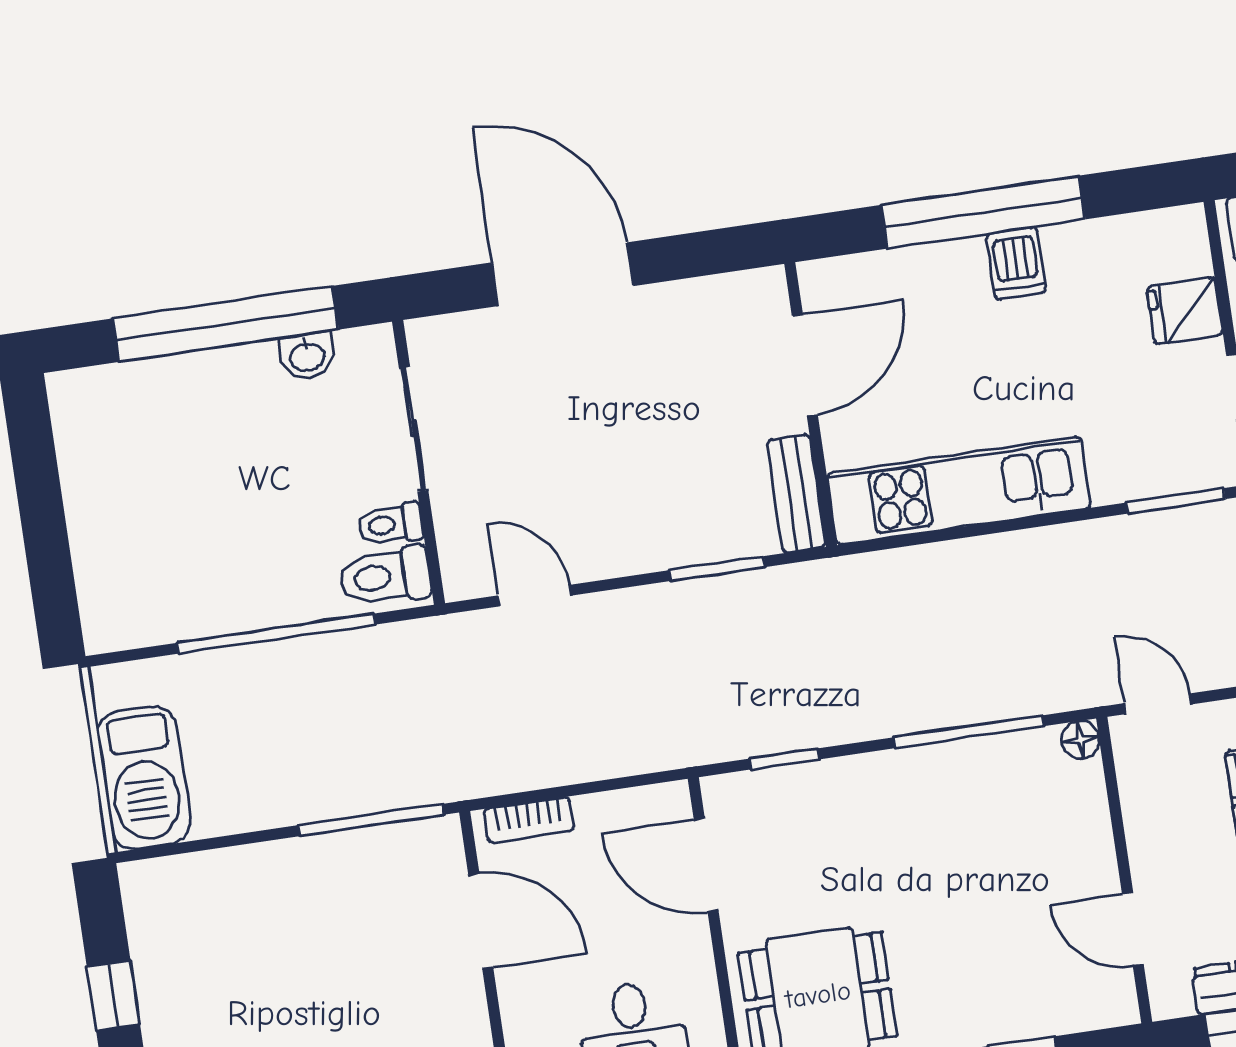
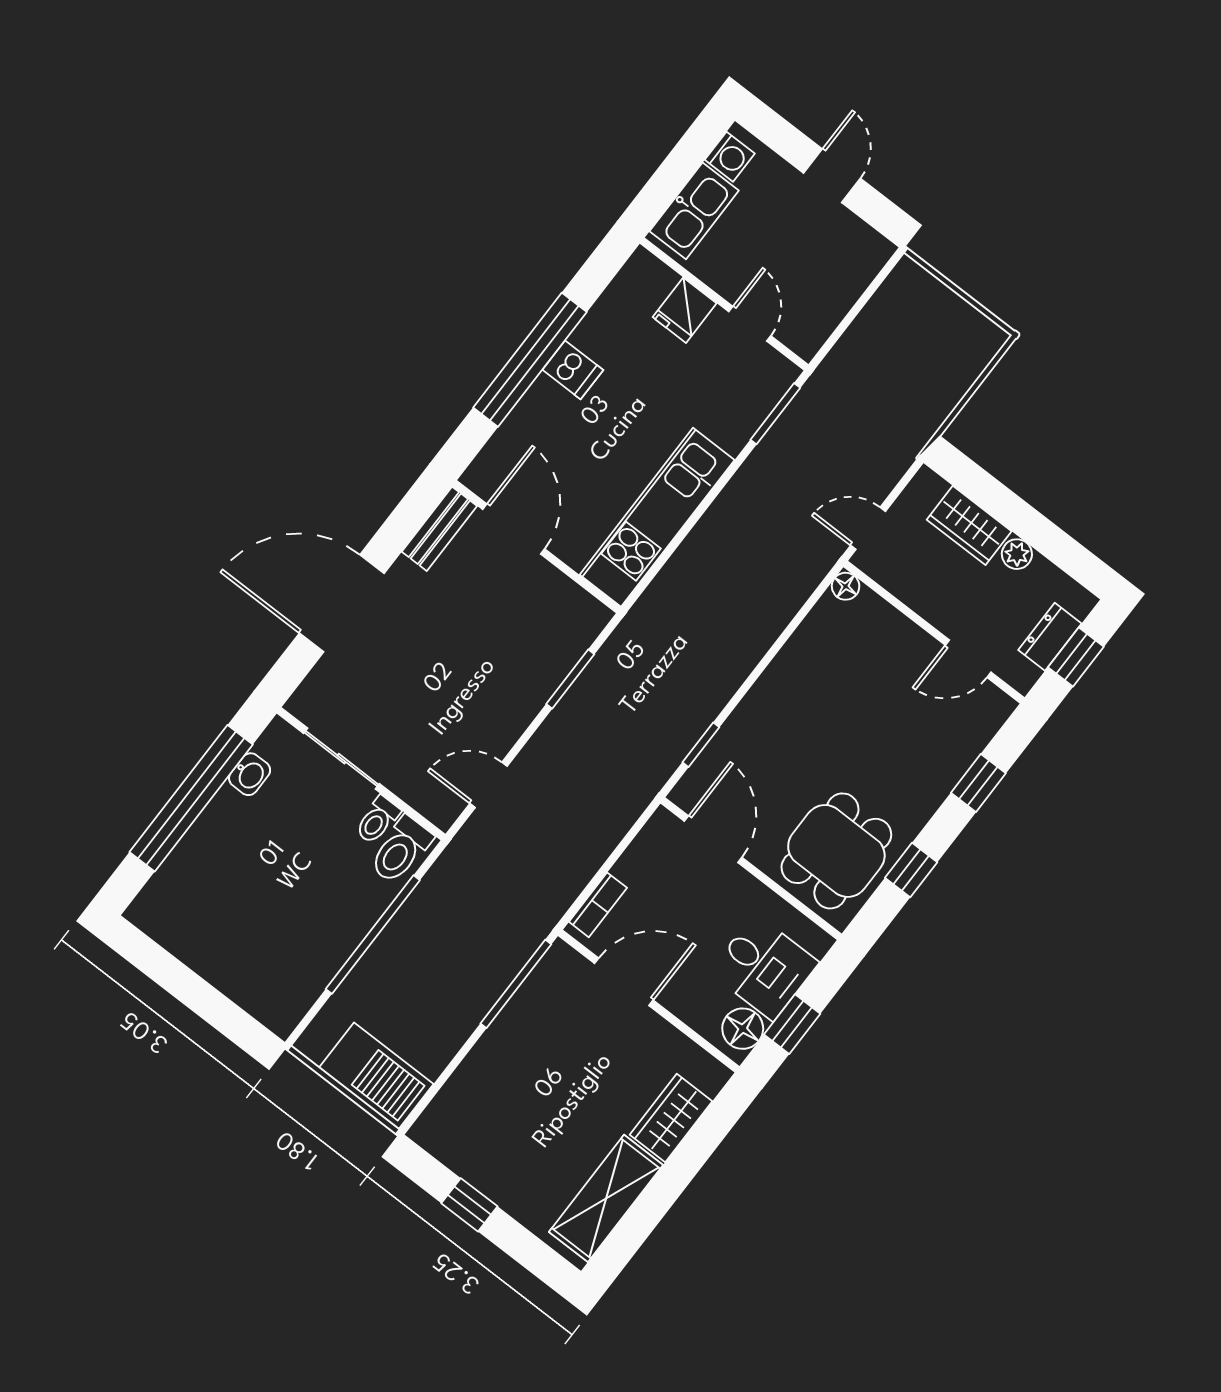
bench: (796, 494) -> (439, 529), moved, turned 90
window: (969, 732) -> (783, 638), removed
door: (706, 865) -> (713, 839), swing flipped

